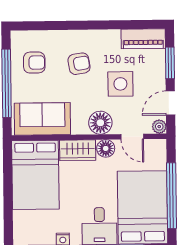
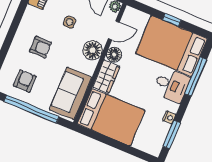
armchair: (79, 64) -> (40, 47), turned 99
side table: (120, 84) -> (69, 22), width x0.54, depth x0.54
window: (172, 196) -> (172, 20), width x0.32

